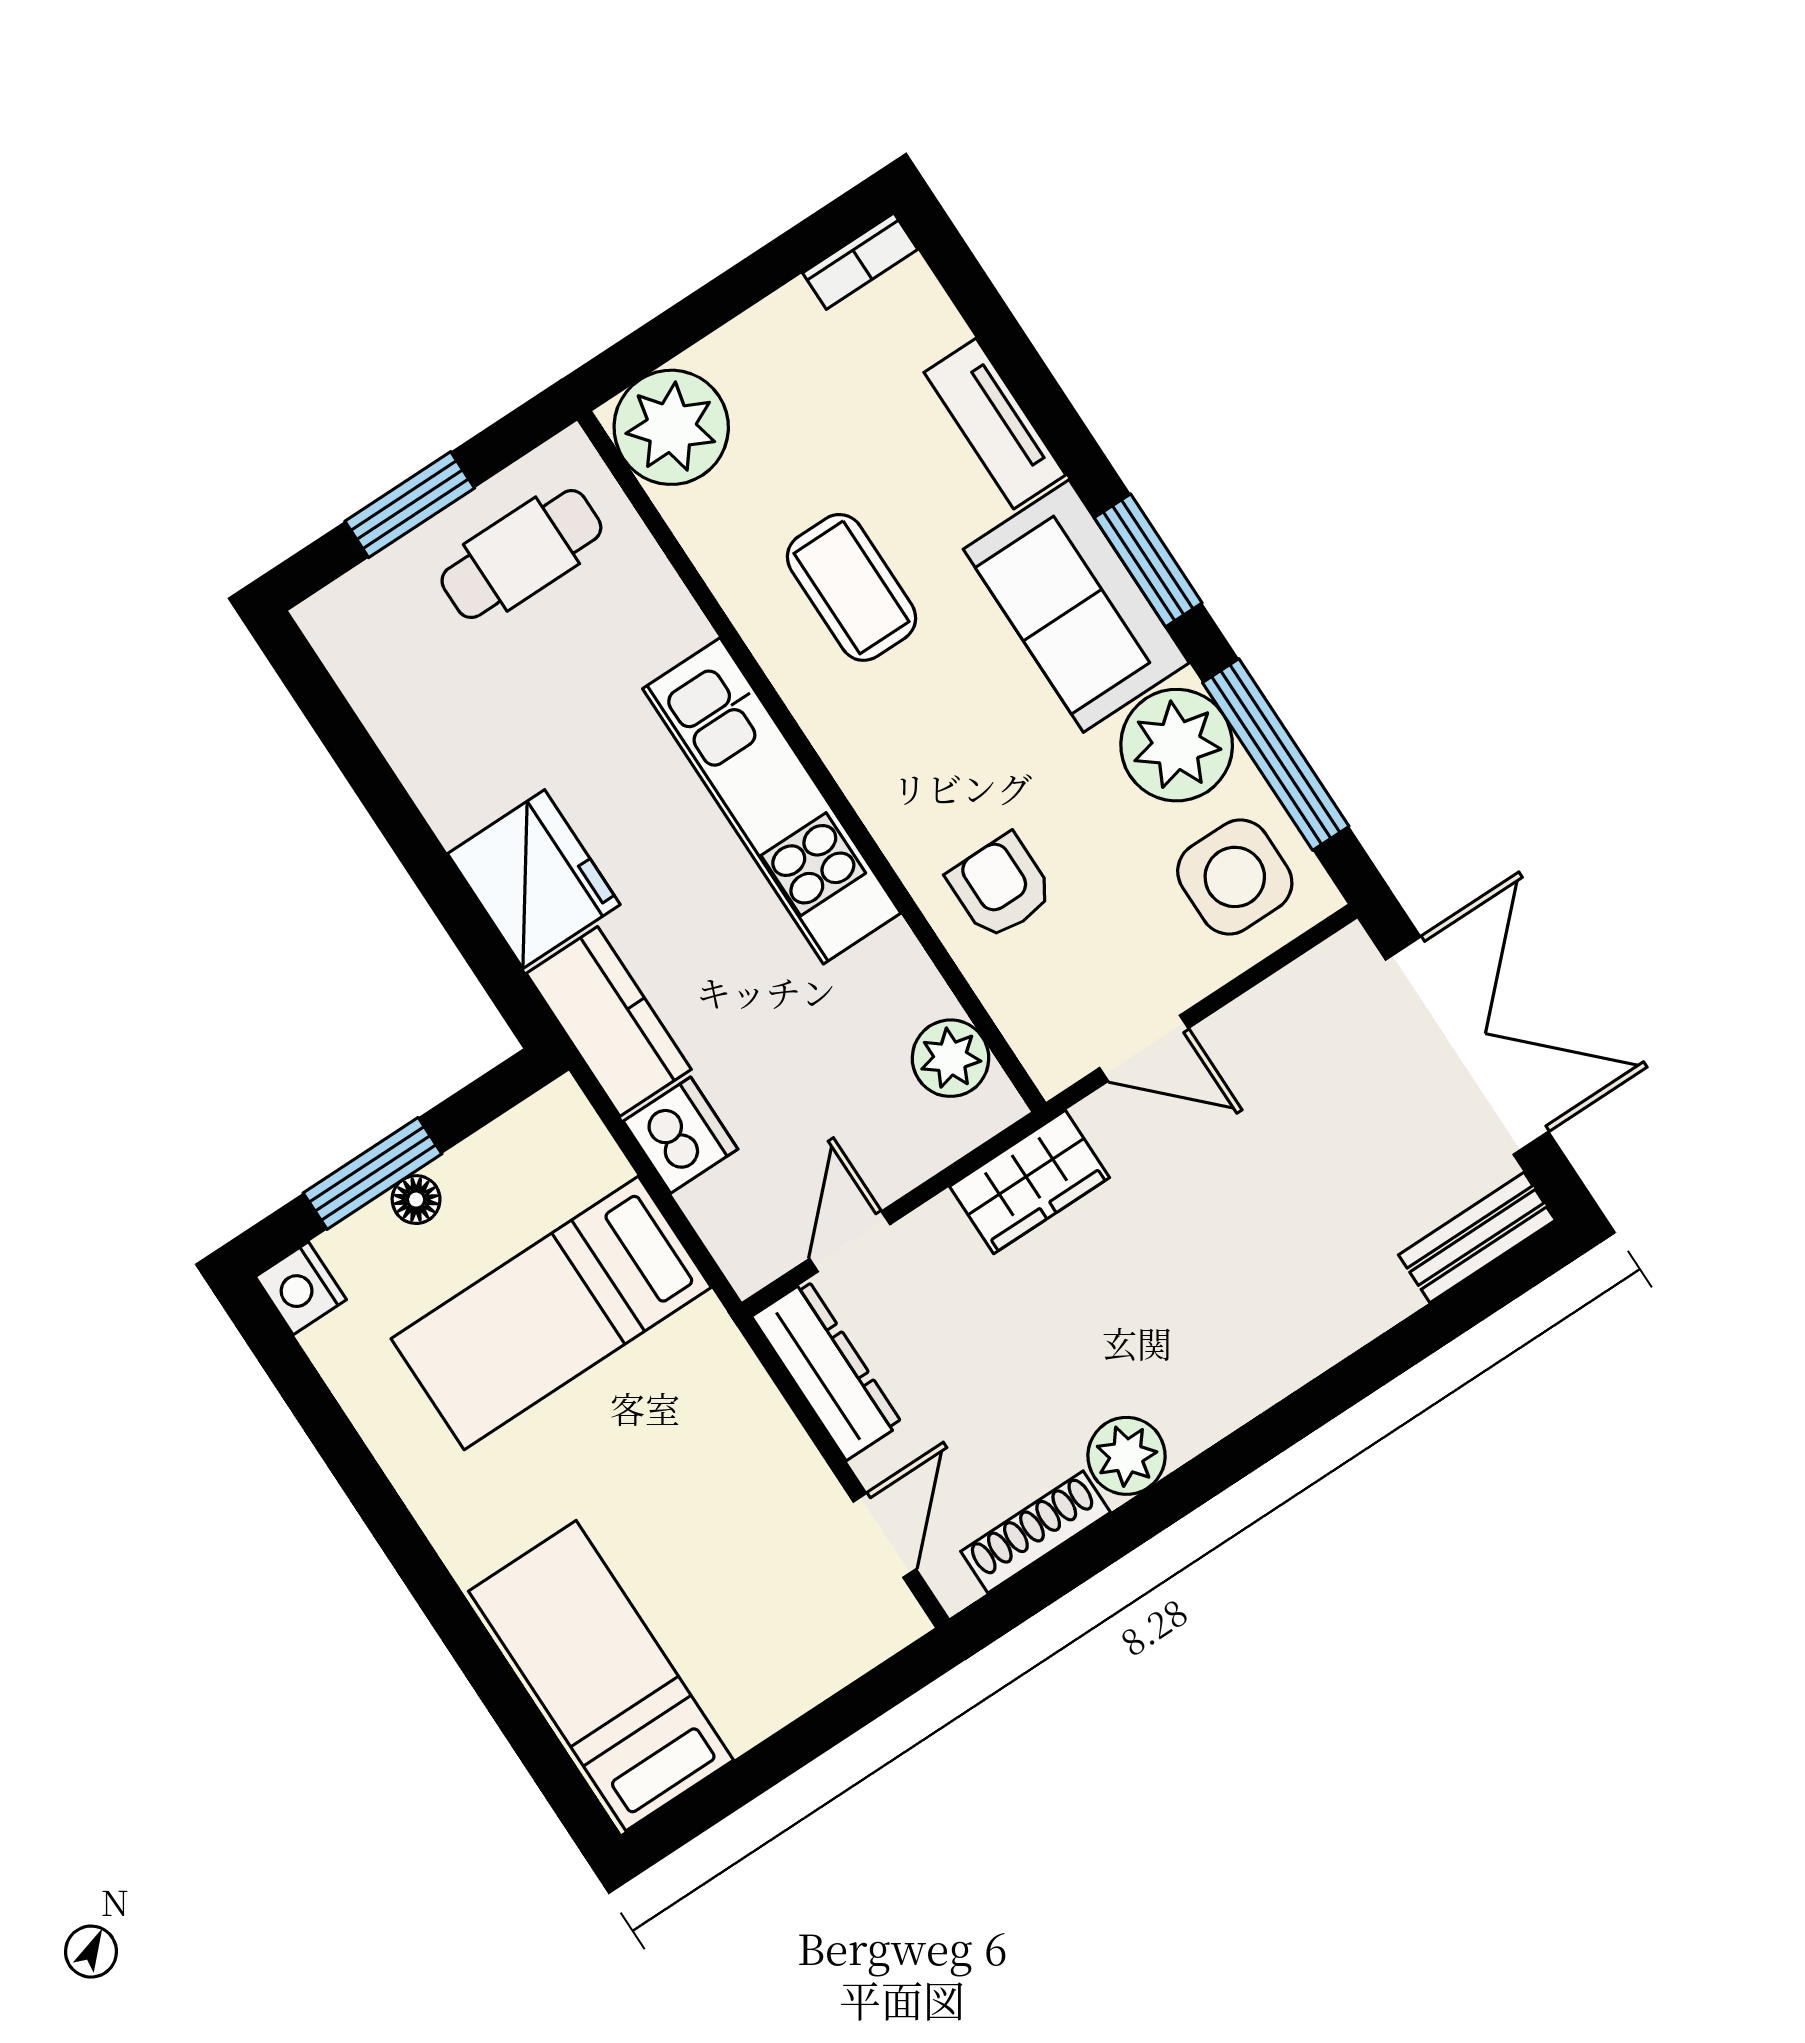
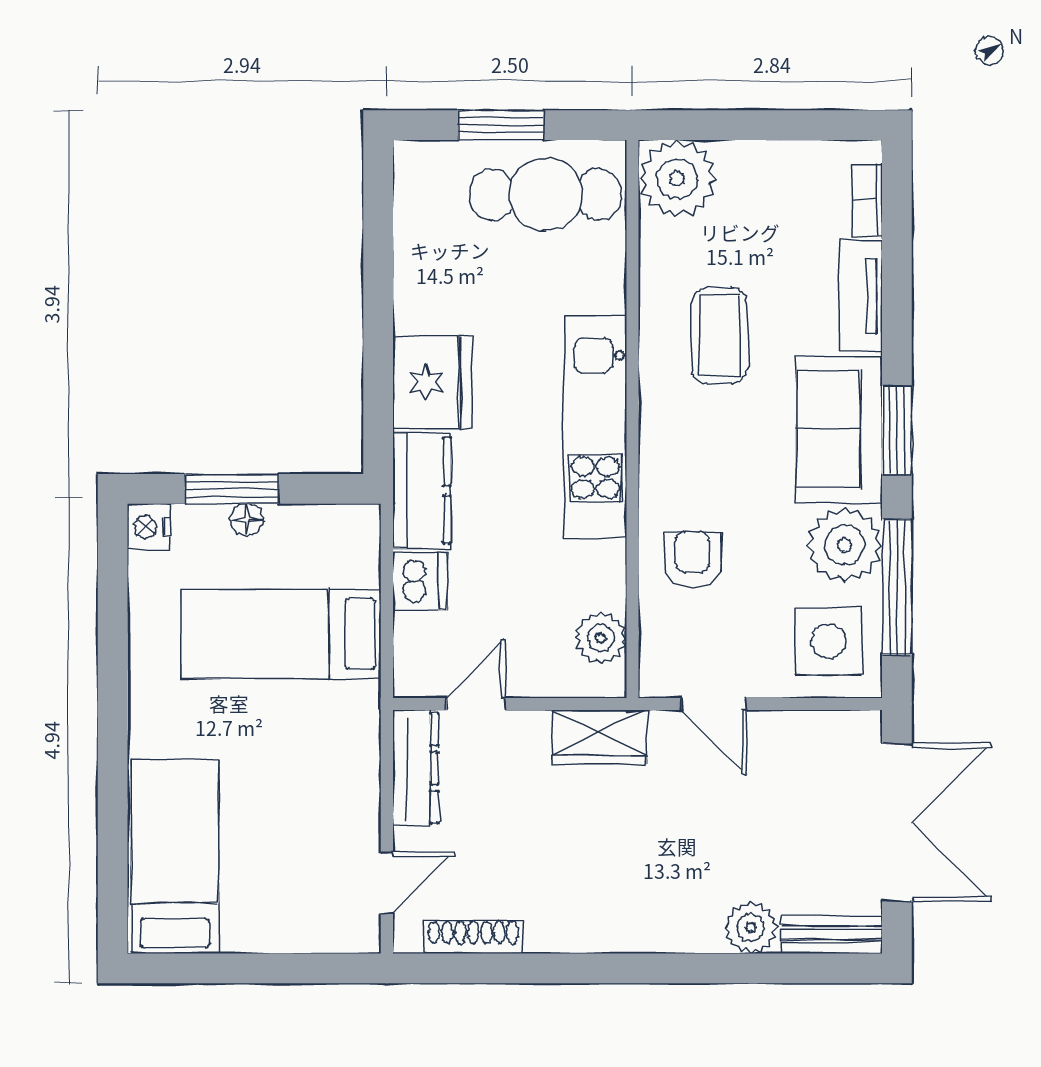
bookcase: (860, 261) -> (867, 200), moved, turned 90
cafe table: (521, 554) -> (546, 194), width x1.37, depth x1.35
plant: (1127, 1456) -> (751, 928), moved

